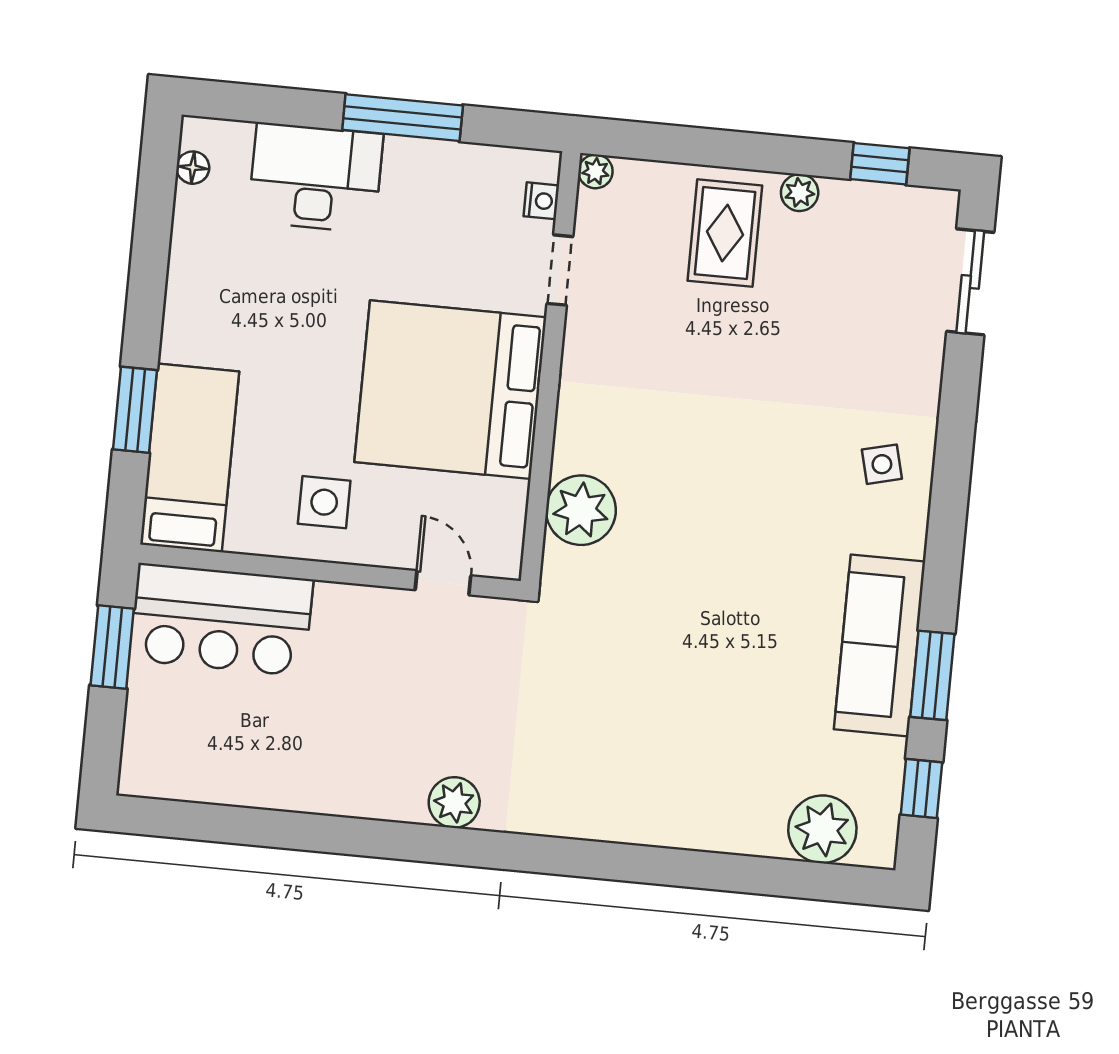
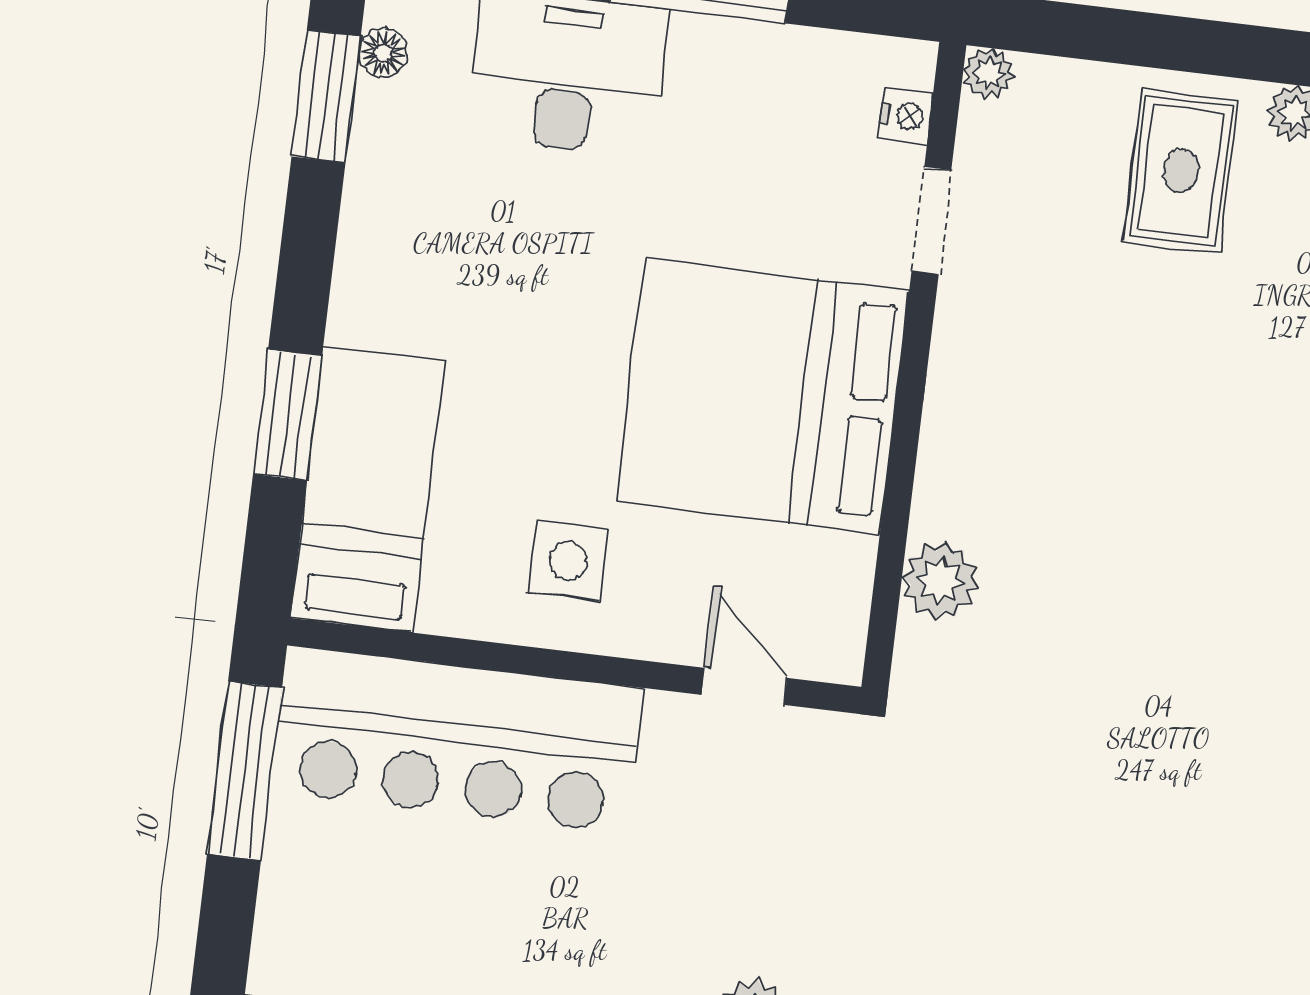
window: (155, 197) -> (326, 96), added
plant: (581, 510) -> (940, 581), width x0.73, depth x0.73
bar counter: (221, 620) -> (457, 739), width x1.36
window: (112, 647) -> (245, 771), width x1.44

